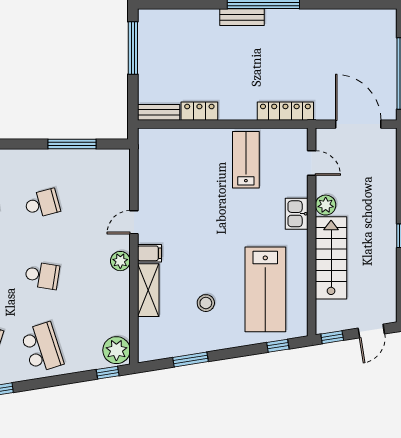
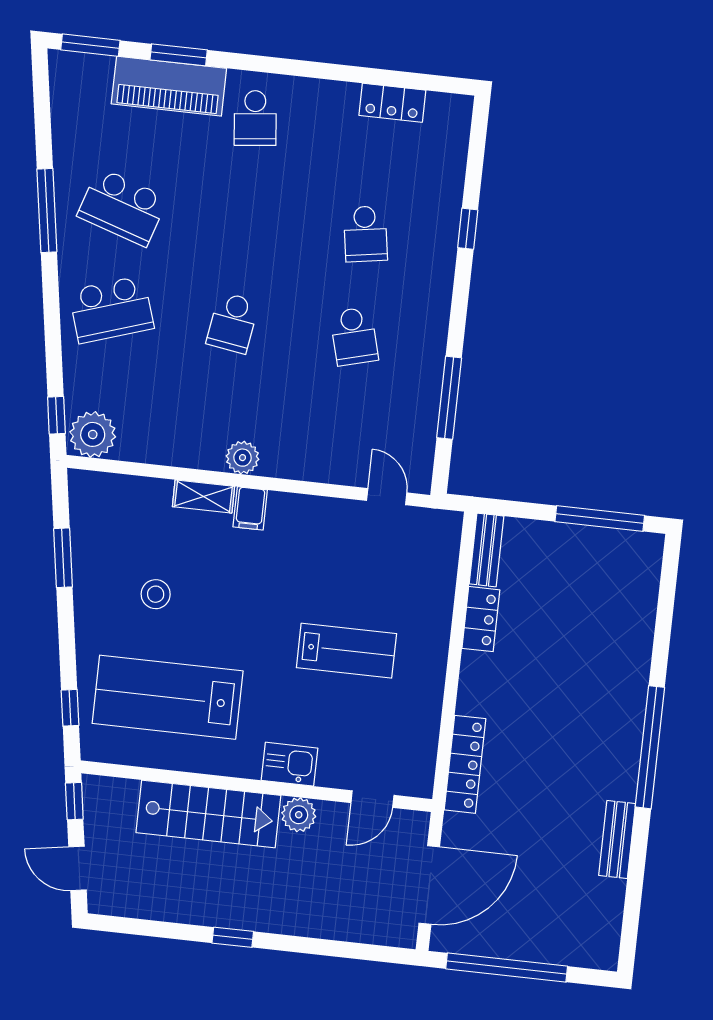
bench: (242, 17) -> (617, 839), moved
lab bench: (246, 160) -> (346, 651), moved
door: (134, 222) -> (387, 497), moved
shelving: (148, 290) -> (204, 496), width x0.67, depth x0.75

